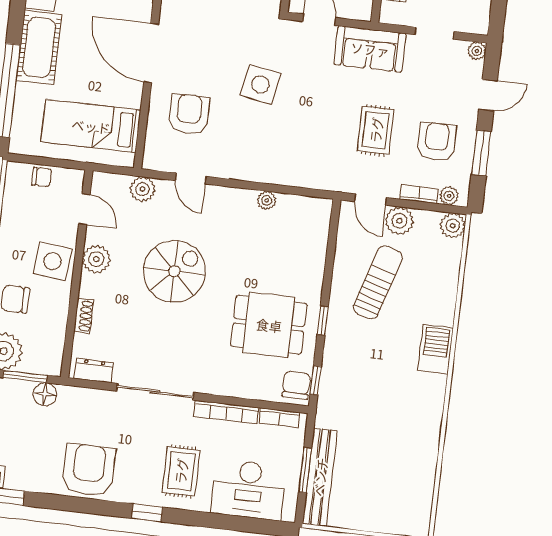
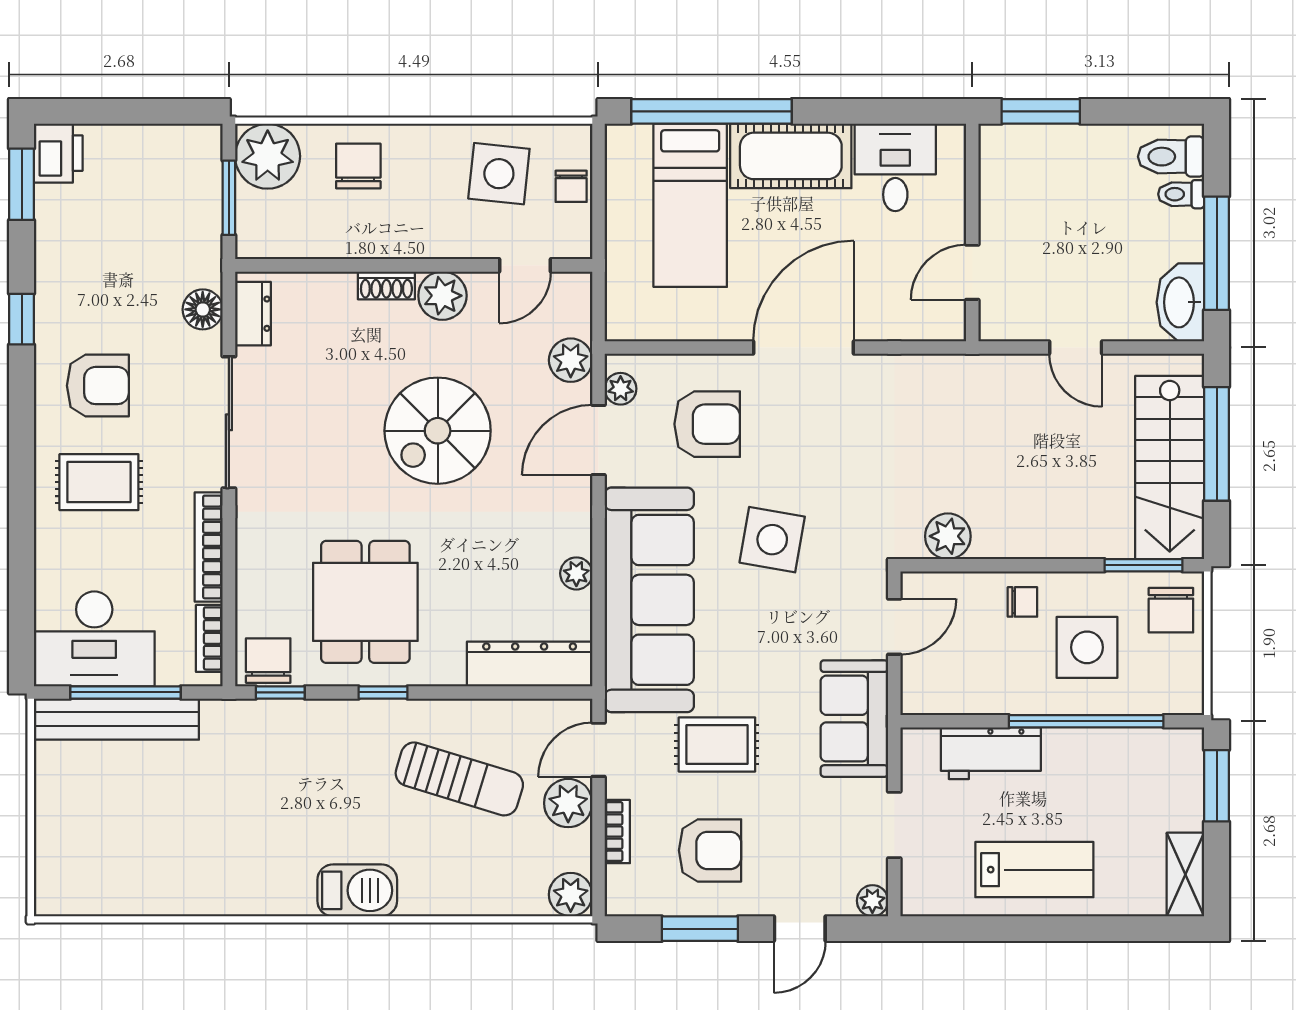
door: (488, 95) -> (800, 929), hinge flipped
bed: (91, 126) -> (690, 205), moved, turned 180
sofa: (287, 160) -> (649, 600), added
door: (191, 178) -> (598, 440), width x1.38
plant: (449, 196) -> (621, 389), moved
dresser: (316, 234) -> (530, 664), added
side table: (53, 261) -> (499, 174), moved
spiral stairs: (174, 271) -> (438, 431), turned 90
shoe rack: (84, 316) -> (386, 285), moved
chair: (296, 385) -> (268, 661), turned -90
floor lamp: (45, 394) -> (203, 309), moved
armchair: (89, 470) -> (98, 386), moved, width x0.73, depth x0.73
window: (305, 470) -> (125, 692), width x1.44
desk: (249, 490) -> (94, 639), moved, turned -90
window: (147, 513) -> (22, 319), moved

